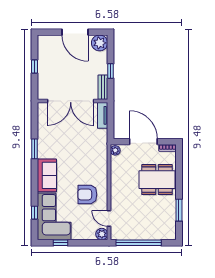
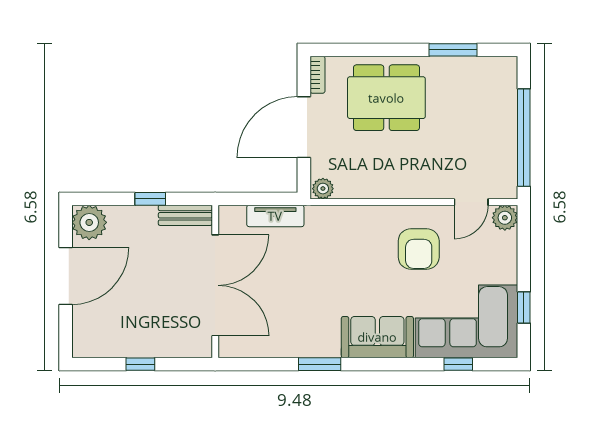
tv unit: (103, 115) -> (275, 216), moved
dining table: (157, 180) -> (386, 98), turned 90

